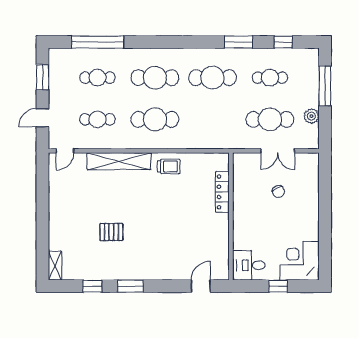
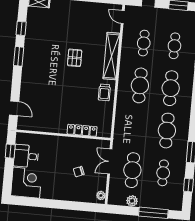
double door: (278, 151) -> (110, 162), moved
plant: (308, 159) -> (101, 195), added
pallet: (111, 232) -> (75, 58), moved
desk: (249, 265) -> (26, 156), moved, turned -90
window: (278, 286) -> (10, 151), moved

